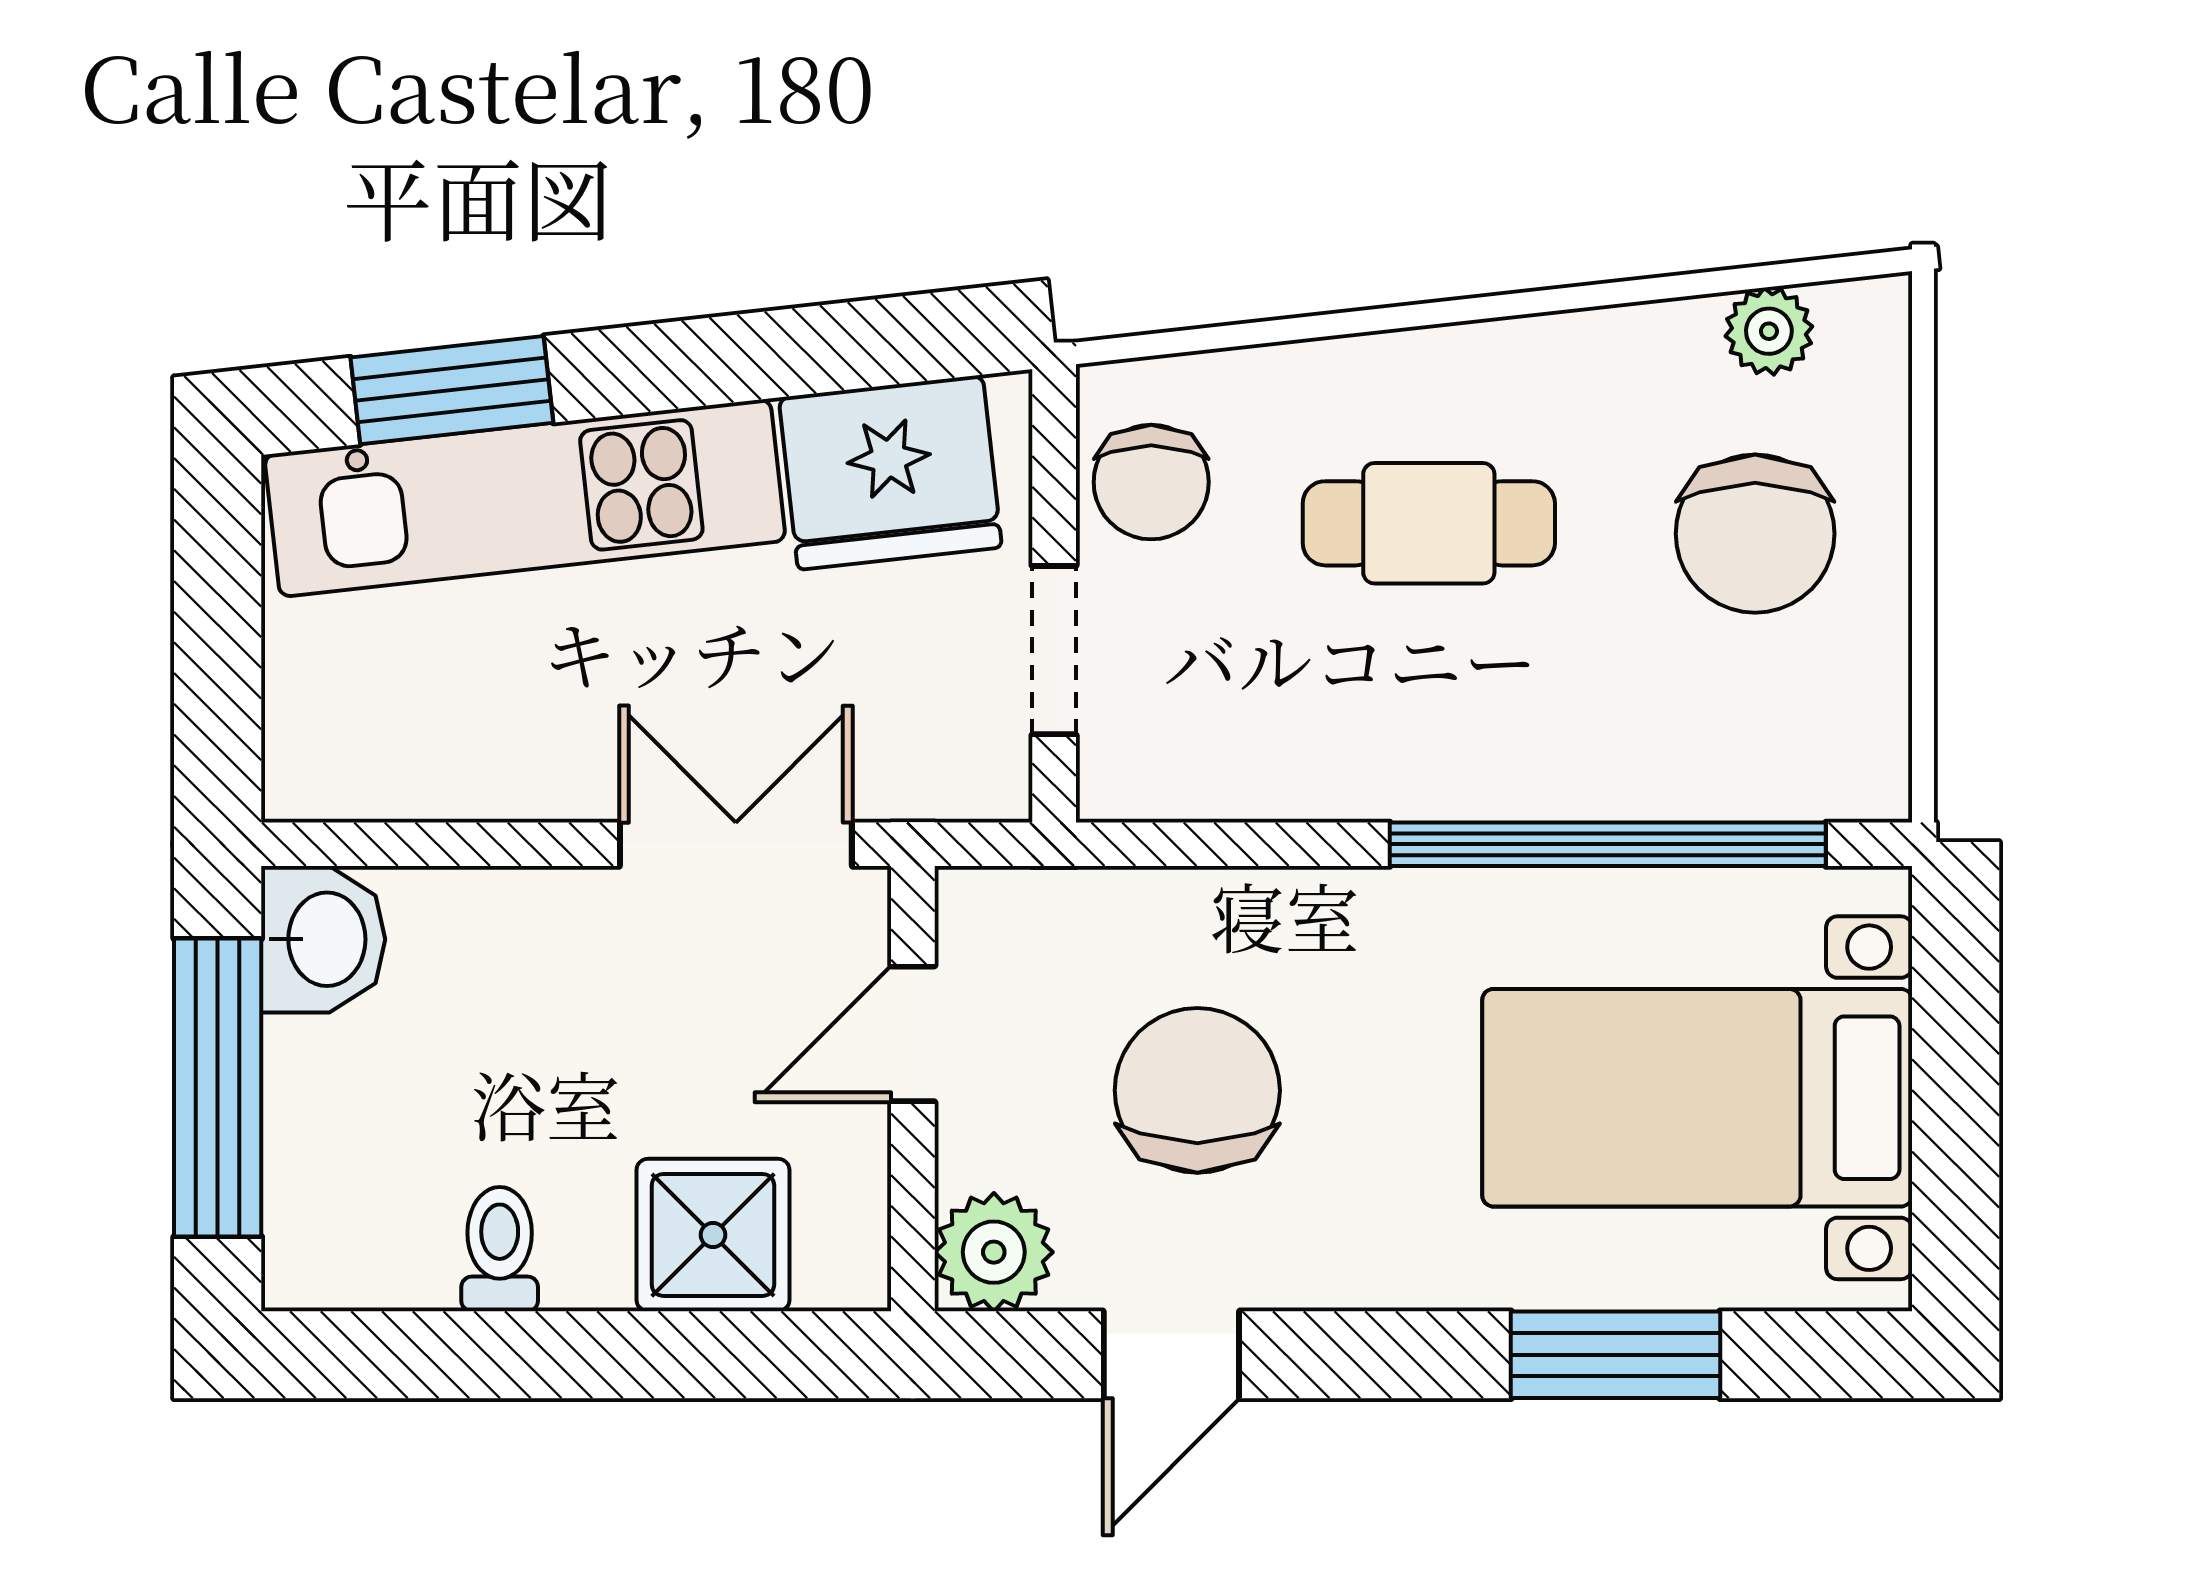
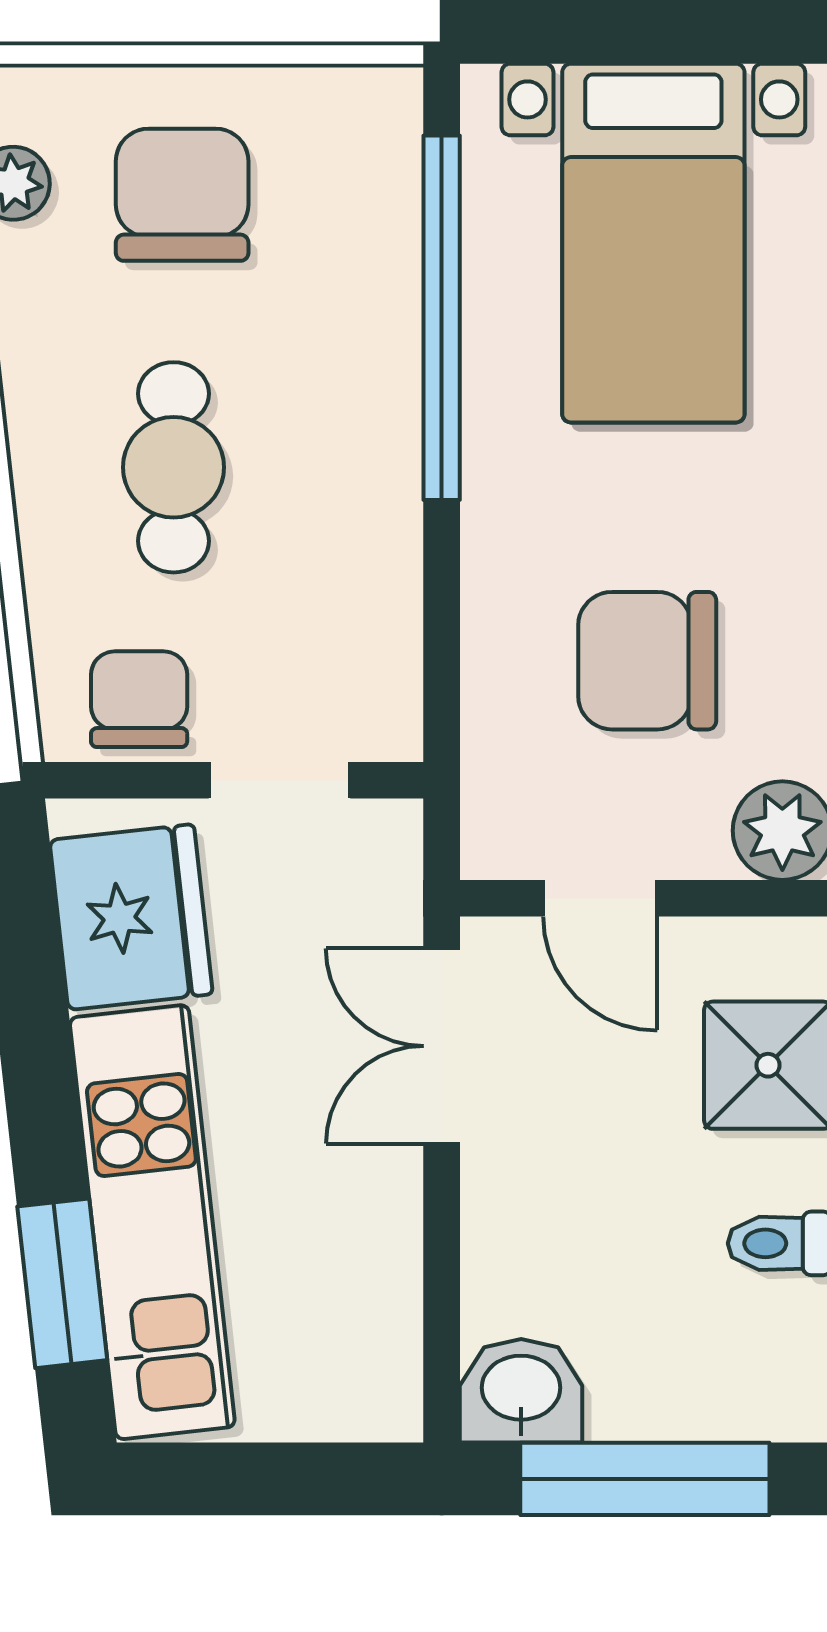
chair: (1151, 482) -> (139, 699), turned -90
chair: (1755, 534) -> (182, 195), turned -90

